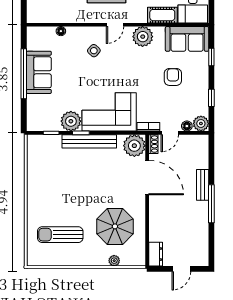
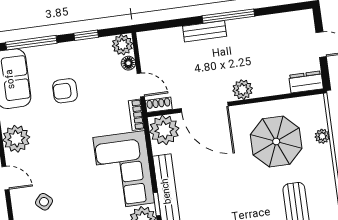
window: (211, 57) -> (31, 43), width x2.17
door: (147, 177) -> (205, 107), swing flipped
plant: (156, 207) -> (243, 90), added

